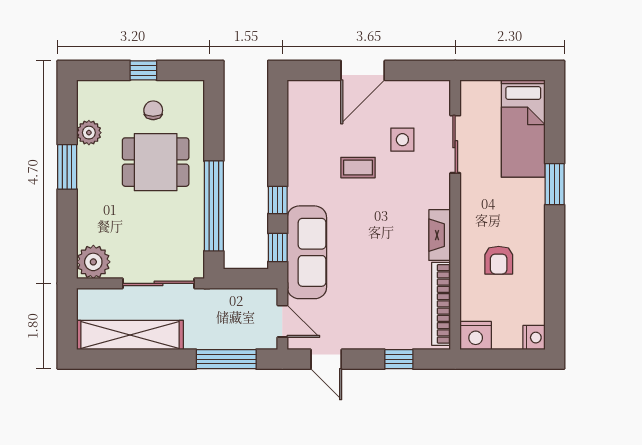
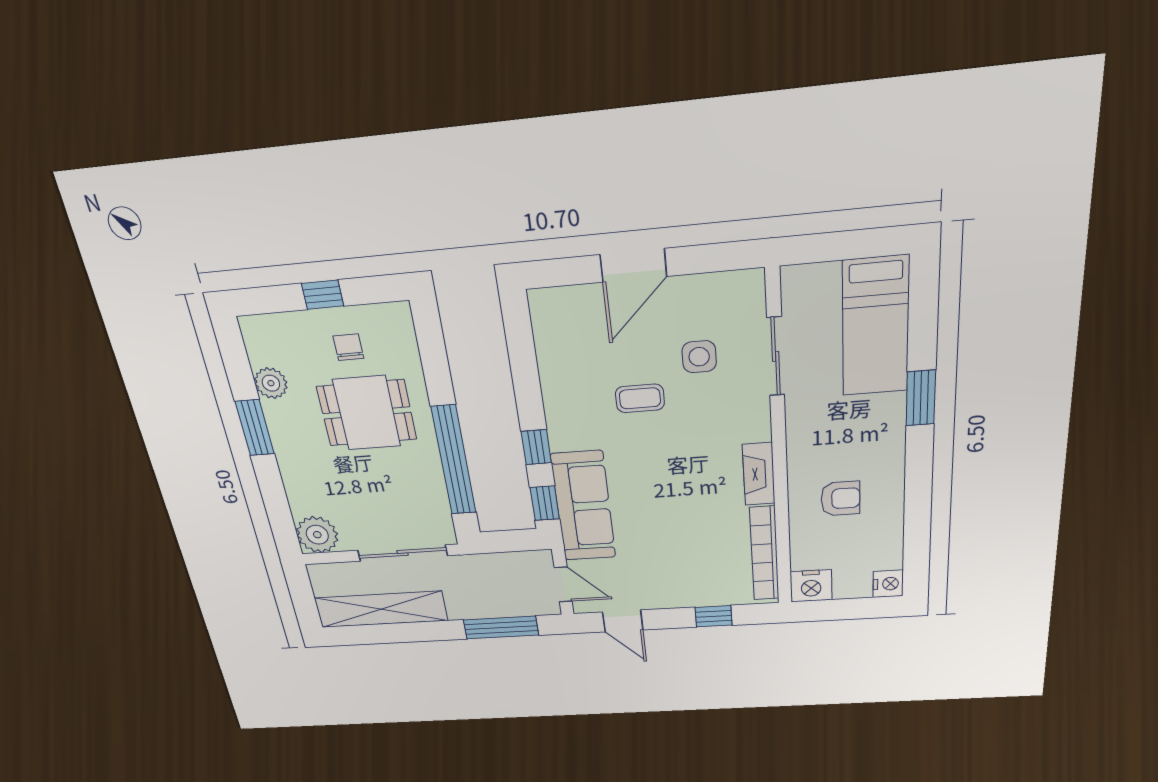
armchair: (499, 260) -> (840, 498), turned -90

